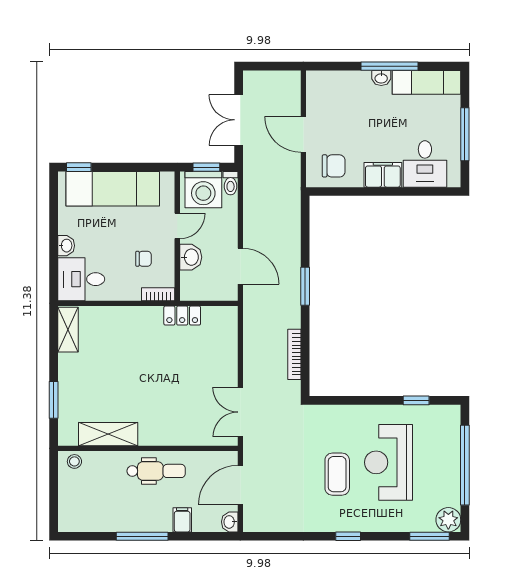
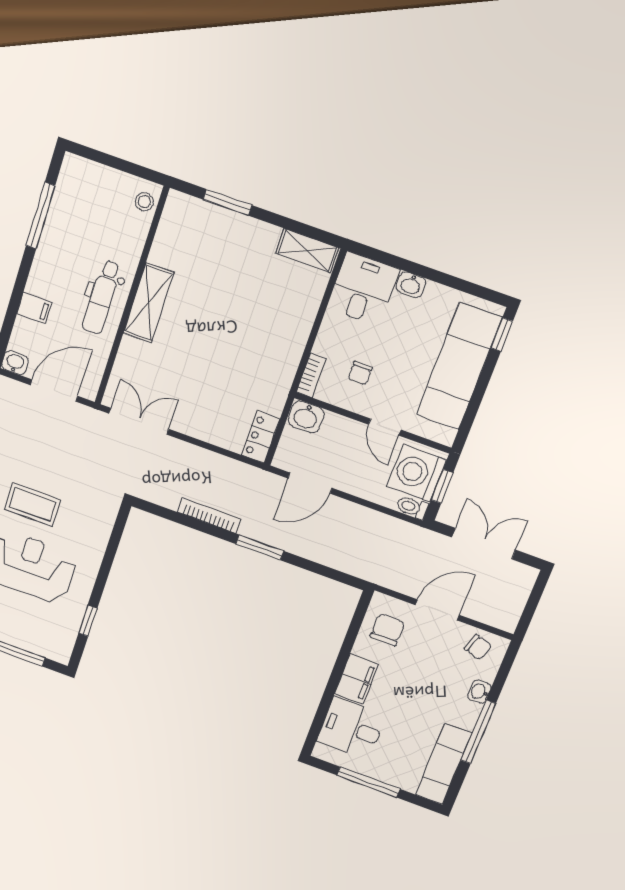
washbasin: (381, 78) -> (479, 692), moved
chair: (321, 93) -> (478, 647), added
chair: (334, 166) -> (387, 630), turned 180
washbasin: (191, 257) -> (306, 417), moved
locker: (182, 316) -> (261, 437), moved
bookcase: (294, 354) -> (209, 516), moved
shelving: (108, 434) -> (149, 303), moved
door: (240, 485) -> (54, 391), hinge flipped
window: (142, 536) -> (41, 216), moved

